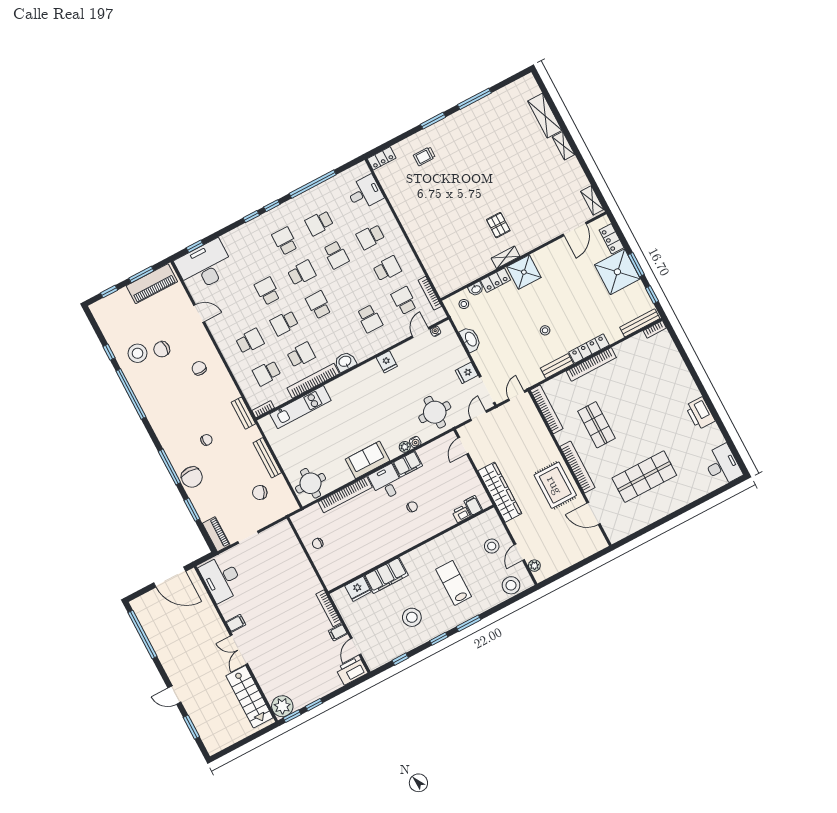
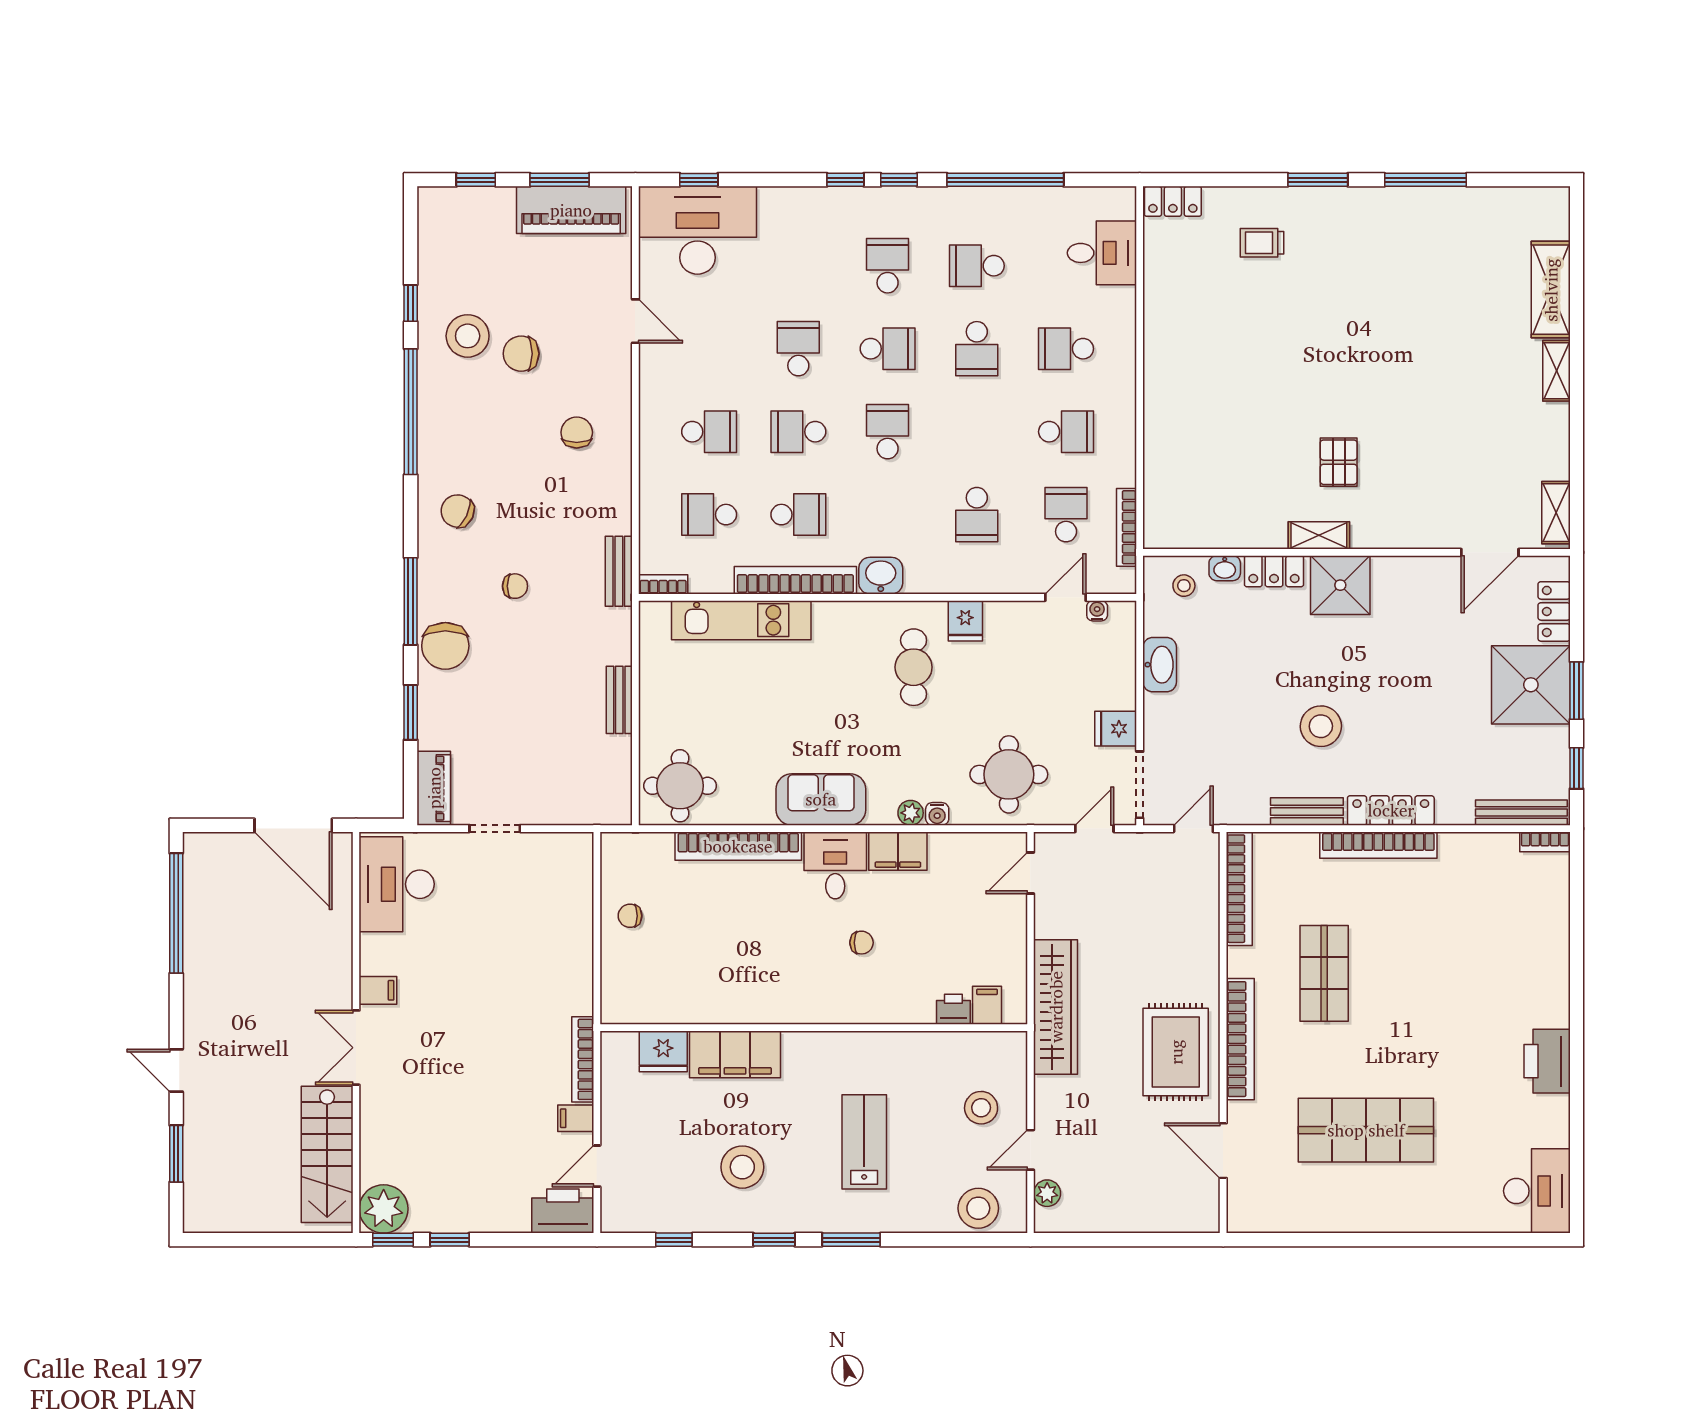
stool: (545, 330) -> (1321, 726), width x1.89, depth x1.89
cafe table: (376, 390) -> (914, 667), added
bench: (267, 458) -> (619, 700), width x0.73
chair: (260, 492) -> (458, 511), moved

